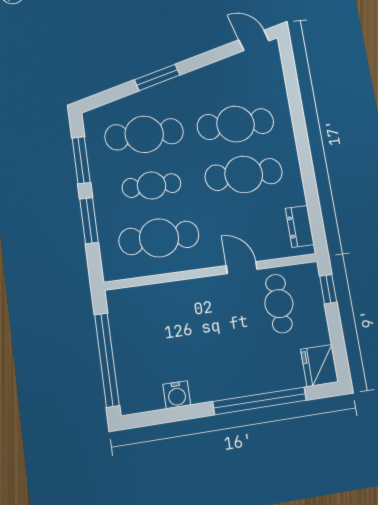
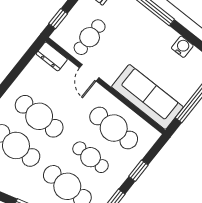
window: (89, 221) -> (138, 171), width x0.67
dresser: (300, 226) -> (52, 56), moved, turned 90
sofa: (158, 305) -> (147, 97), added

